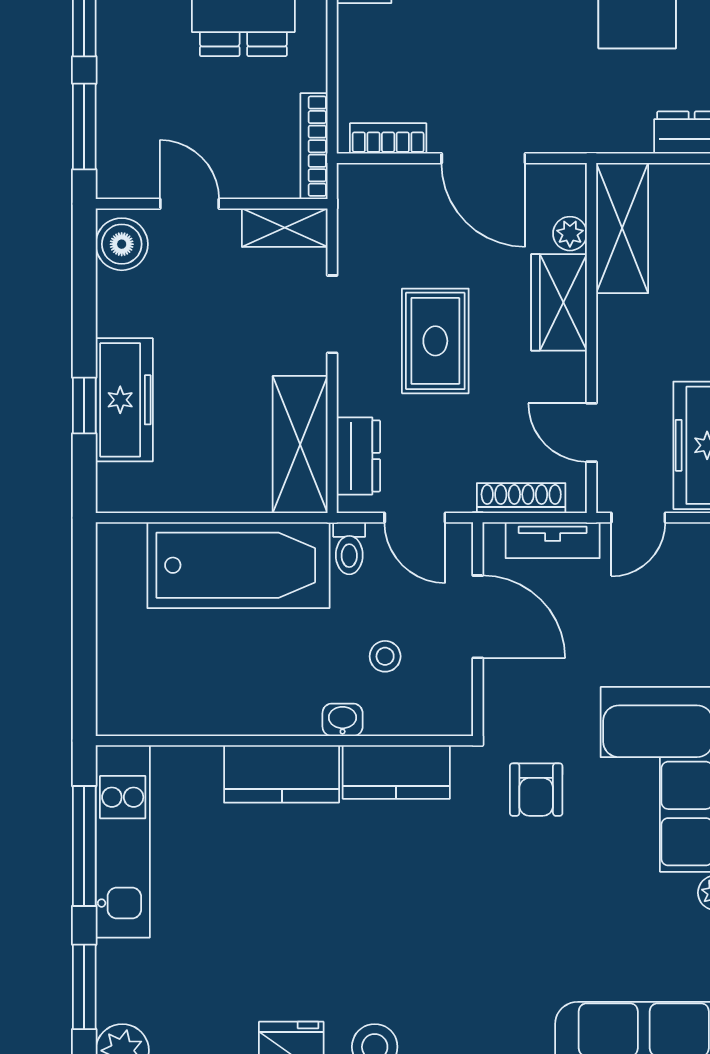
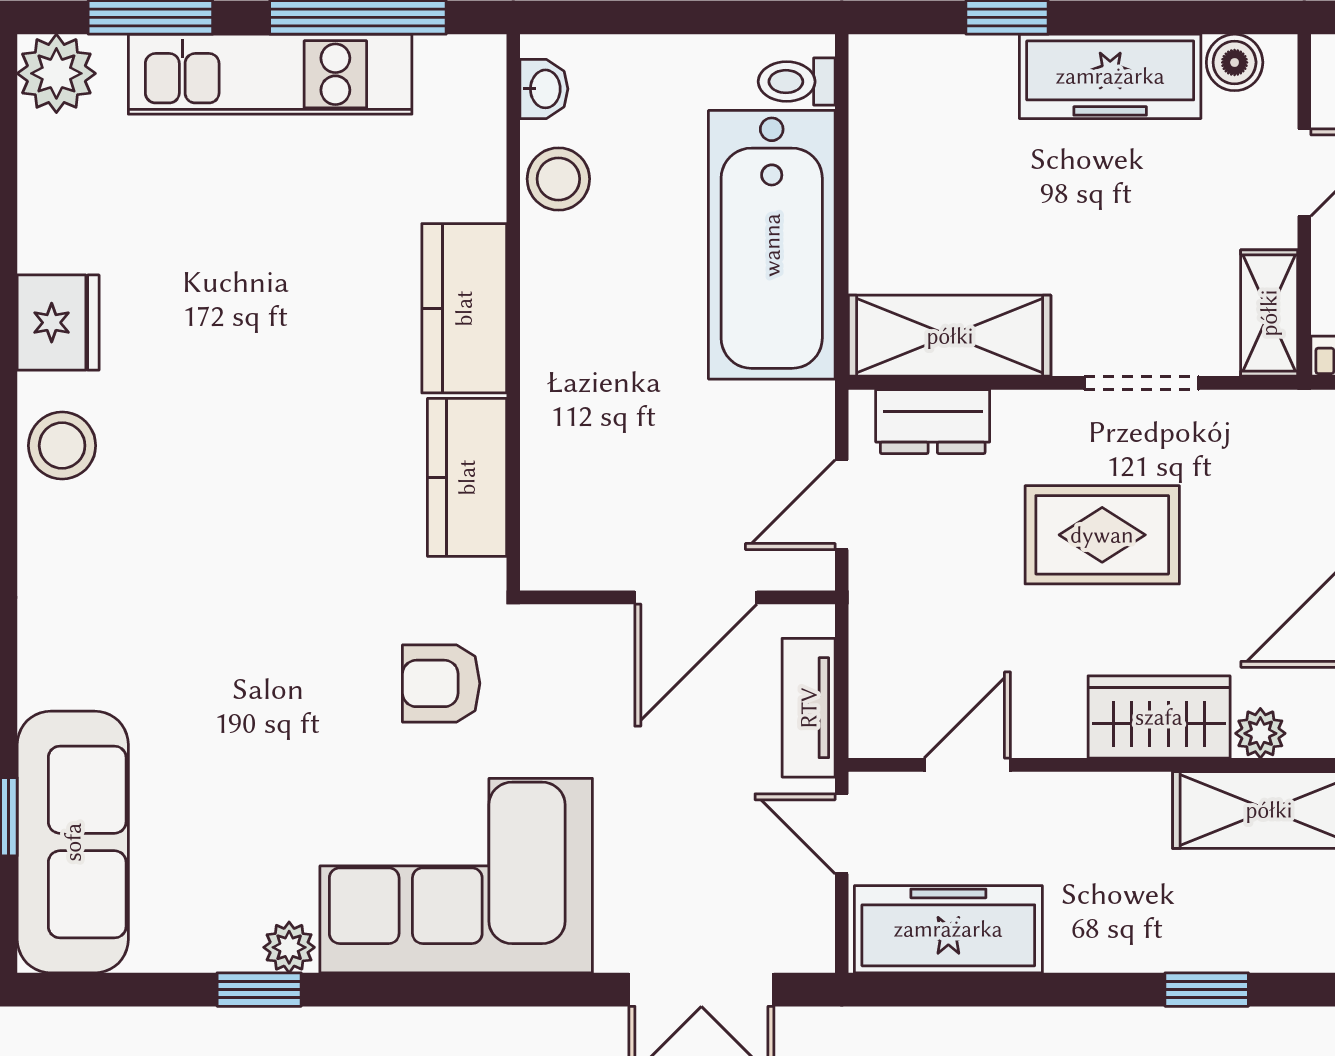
boiler: (122, 244) -> (1235, 62), width x0.73, depth x0.73
freezer: (124, 400) -> (1110, 76), moved
shoe rack: (521, 498) -> (871, 661), removed
toilet: (349, 548) -> (797, 82), moved
stool: (385, 656) -> (558, 179), moved, width x1.37, depth x1.37
washbasin: (343, 720) -> (544, 89), moved
kitchen unit: (123, 841) -> (270, 74), moved

